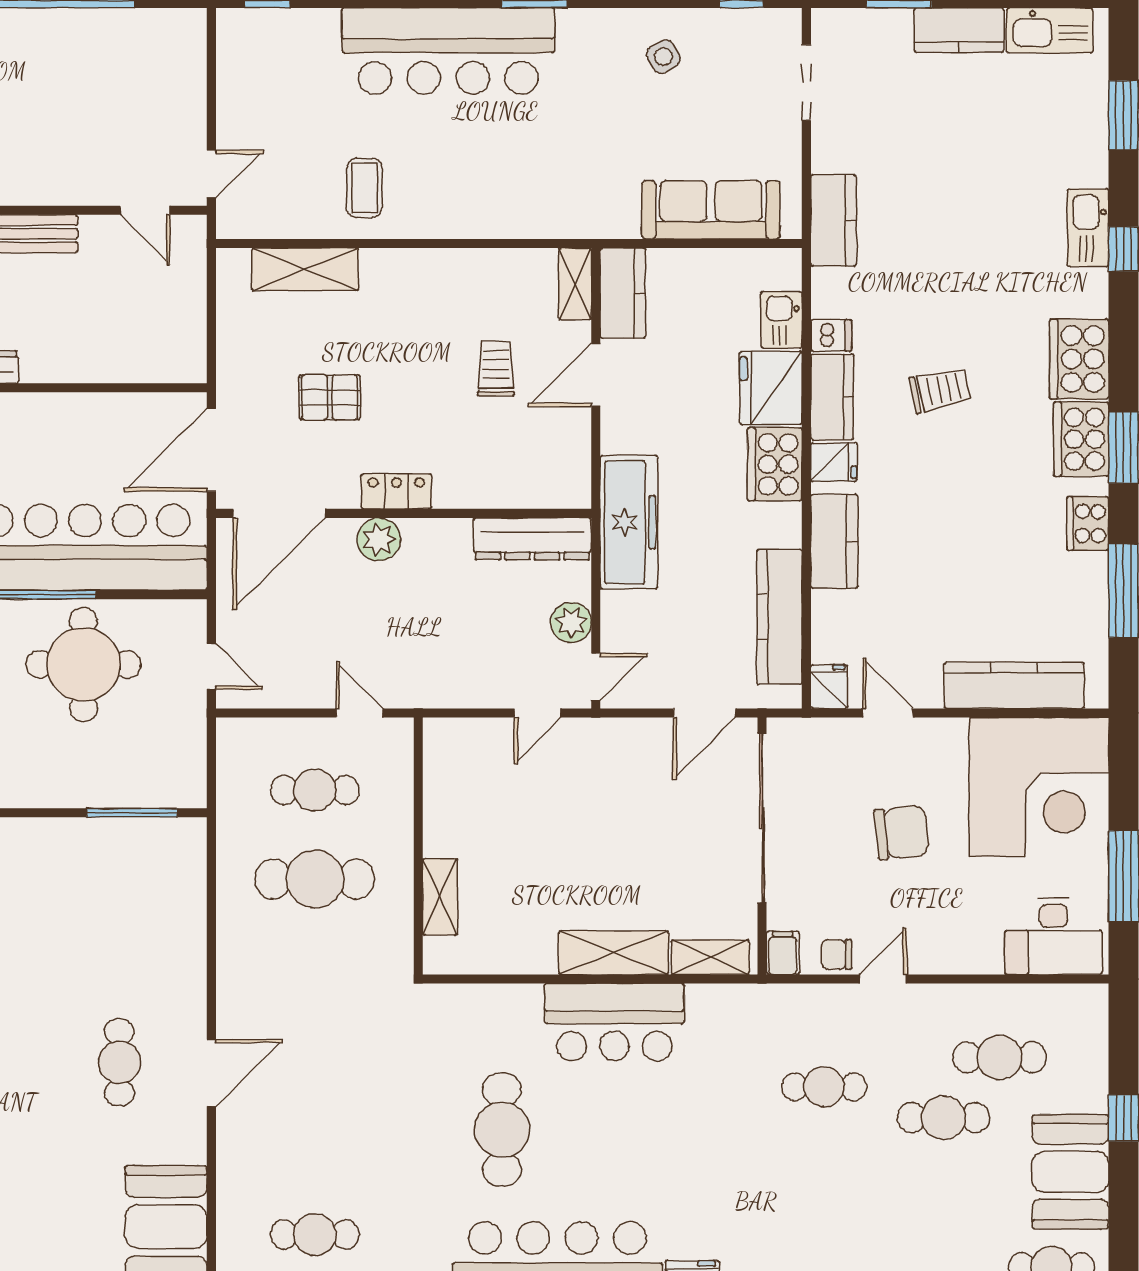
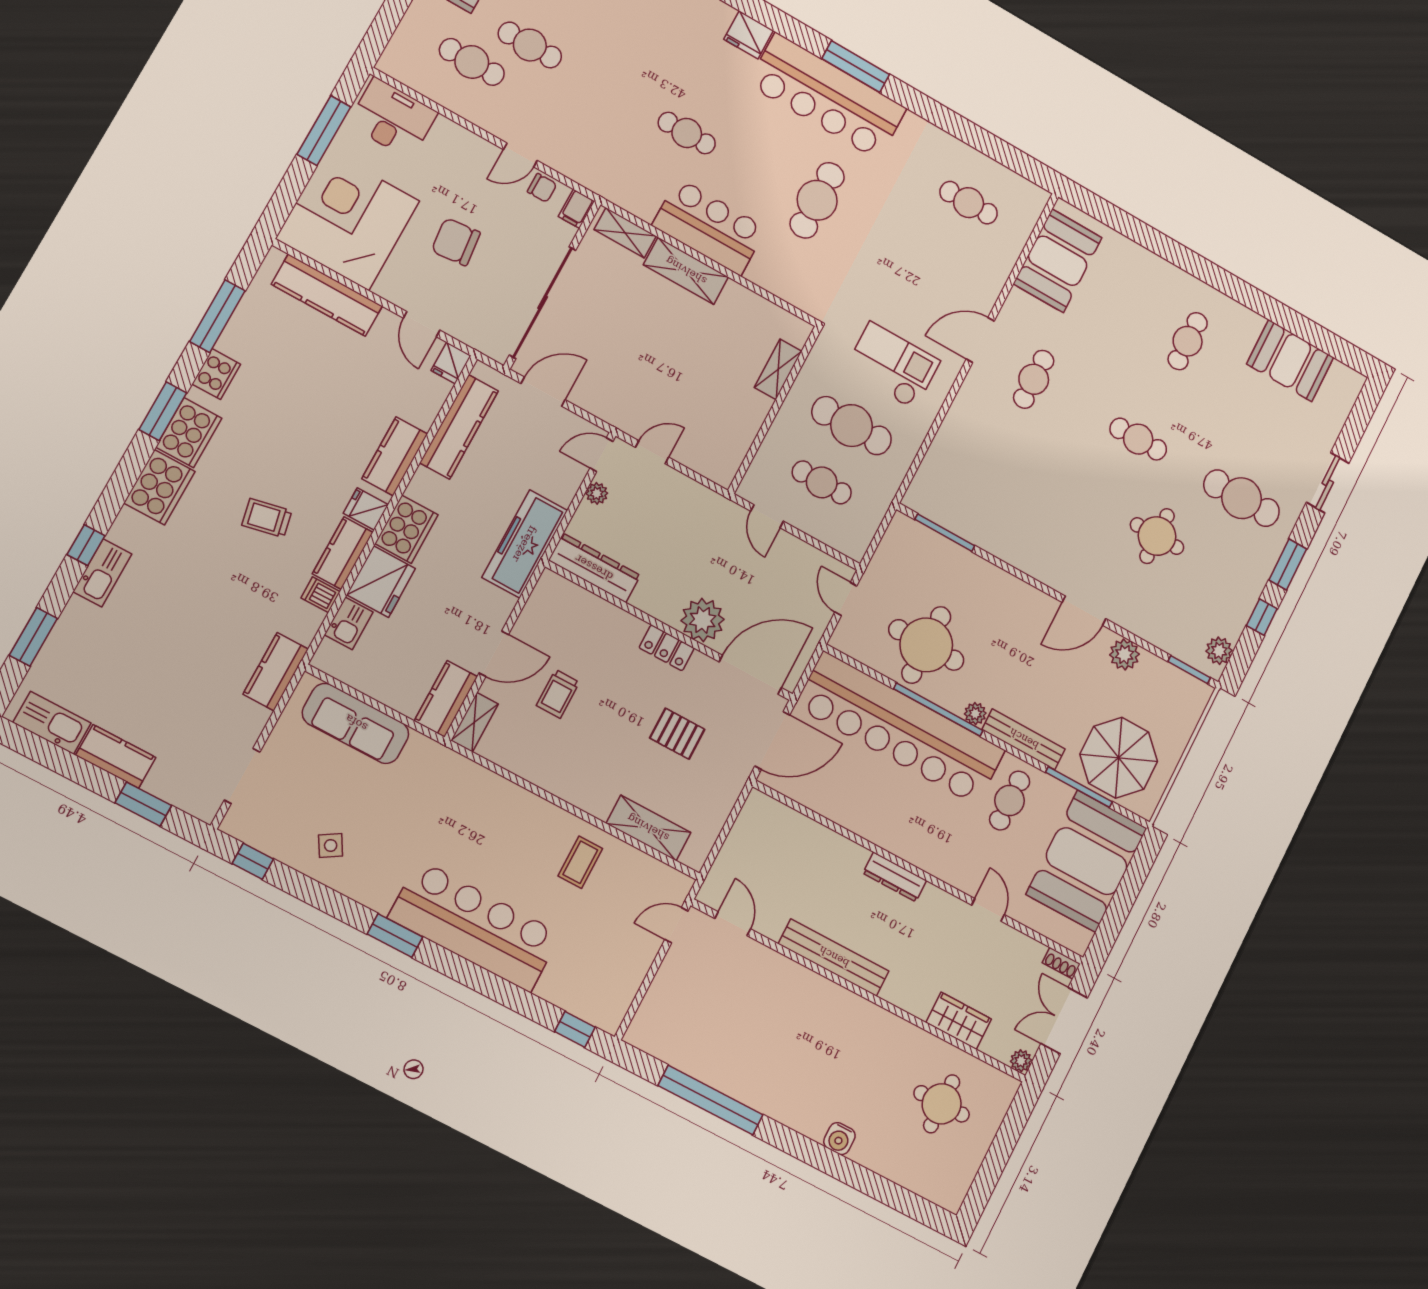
plant: (379, 539) -> (703, 620), width x1.36, depth x1.36
plant: (571, 623) -> (597, 493), width x0.73, depth x0.73
checkout: (303, 980) -> (892, 366), added
cafe table: (824, 1087) -> (687, 133), moved

